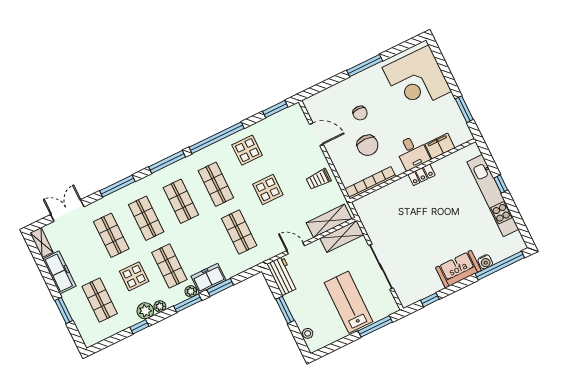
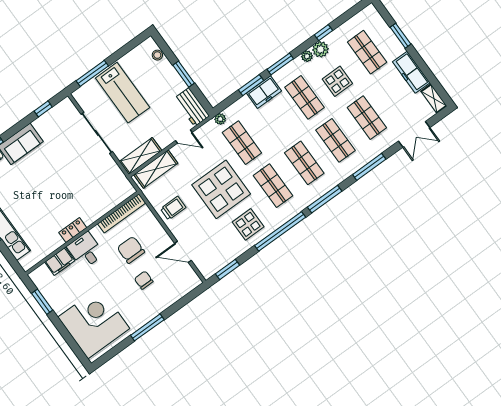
display table: (268, 190) -> (221, 189), width x1.86, depth x1.86
plant: (191, 291) -> (220, 119), moved

